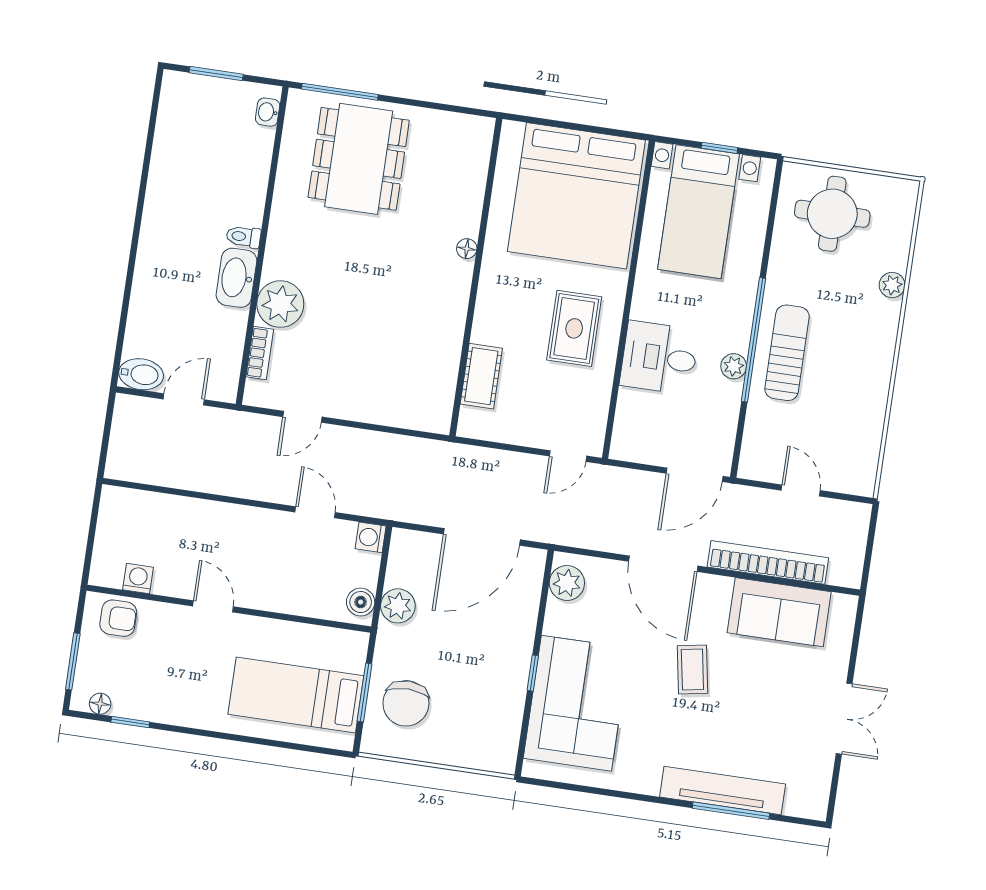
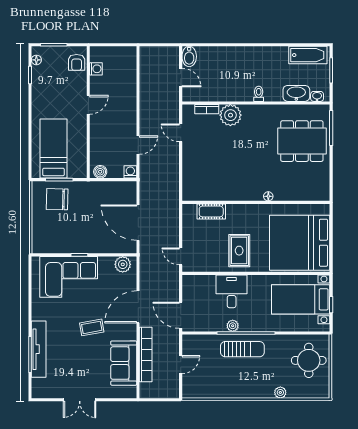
bathtub: (176, 119) -> (308, 55), added
washbasin: (236, 278) -> (296, 93), moved
rug: (574, 328) -> (239, 251), turned 90
plant: (398, 606) -> (101, 189), removed

